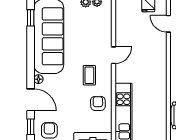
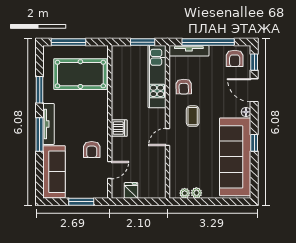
window: (31, 18) -> (254, 143), moved
door: (168, 24) -> (110, 170), hinge flipped
dishwasher: (159, 64) -> (119, 128), added

